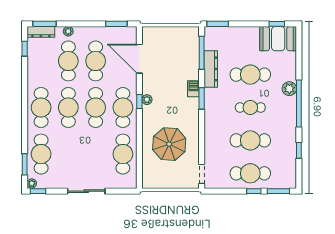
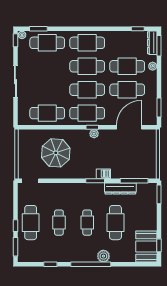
cafe table: (250, 140) -> (59, 223), width x0.73, depth x0.74

